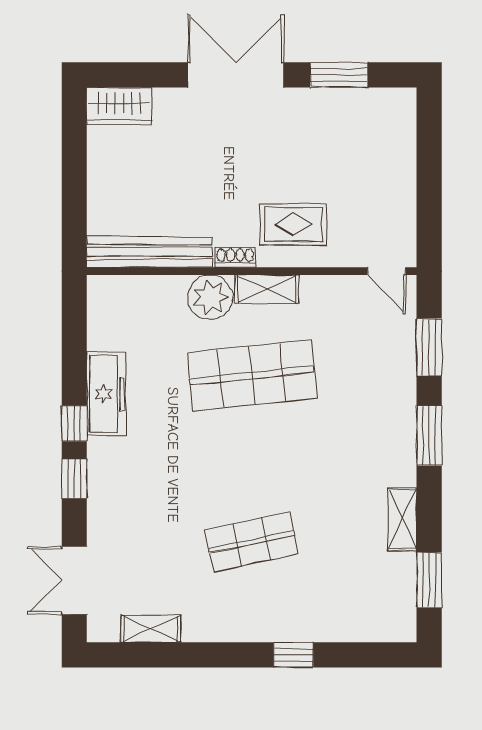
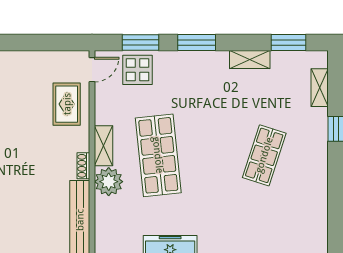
rug: (293, 224) -> (67, 104), moved
display table: (386, 343) -> (138, 70), added
shop shelf: (252, 542) -> (264, 155), turned 30
shelving: (151, 629) -> (320, 88), moved

